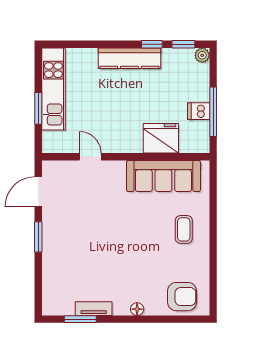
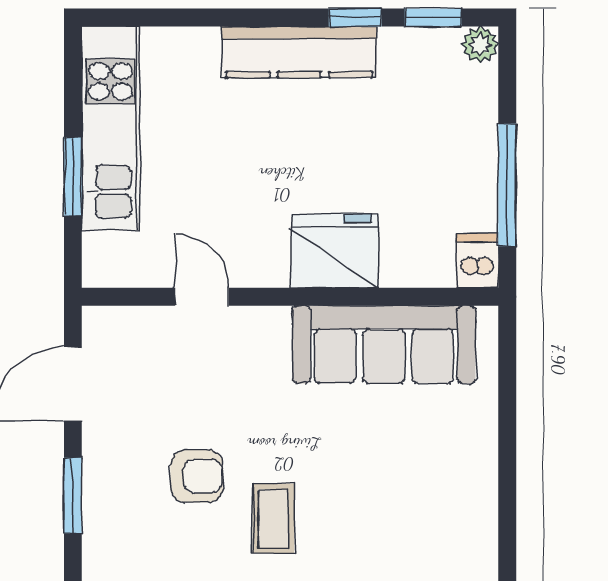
dishwasher: (199, 111) -> (477, 261), moved, turned 90
fridge: (161, 138) -> (335, 251), moved
armchair: (88, 229) -> (197, 476), added
coffee table: (184, 229) -> (273, 518), moved

